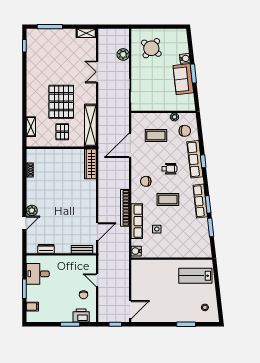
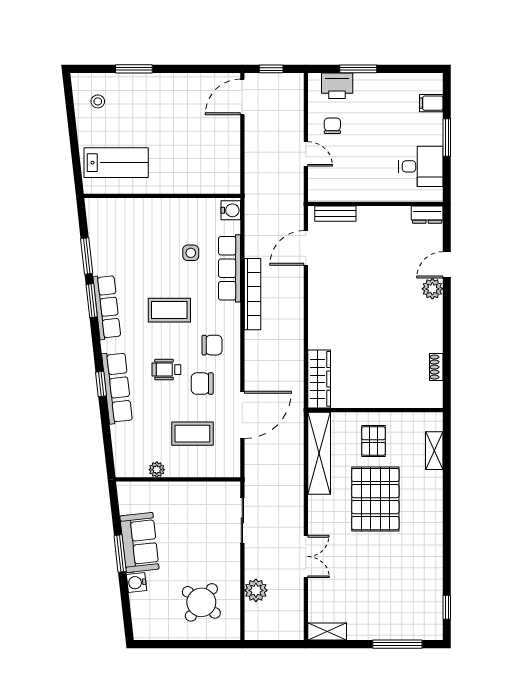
chair: (185, 131) -> (202, 384), moved
dresser: (46, 249) -> (427, 215), moved

